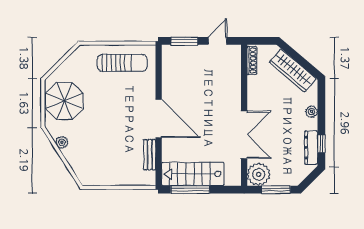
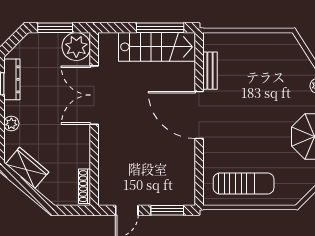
sun lounger: (122, 63) -> (244, 183), turned 180
wardrobe: (293, 70) -> (27, 168), width x0.67

